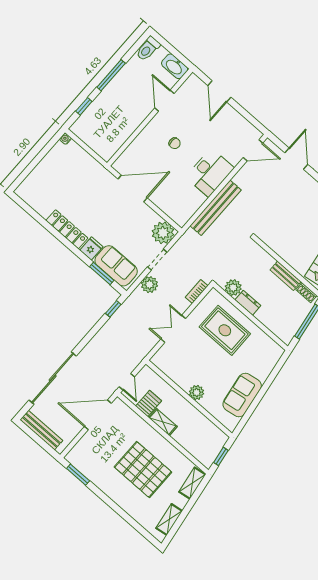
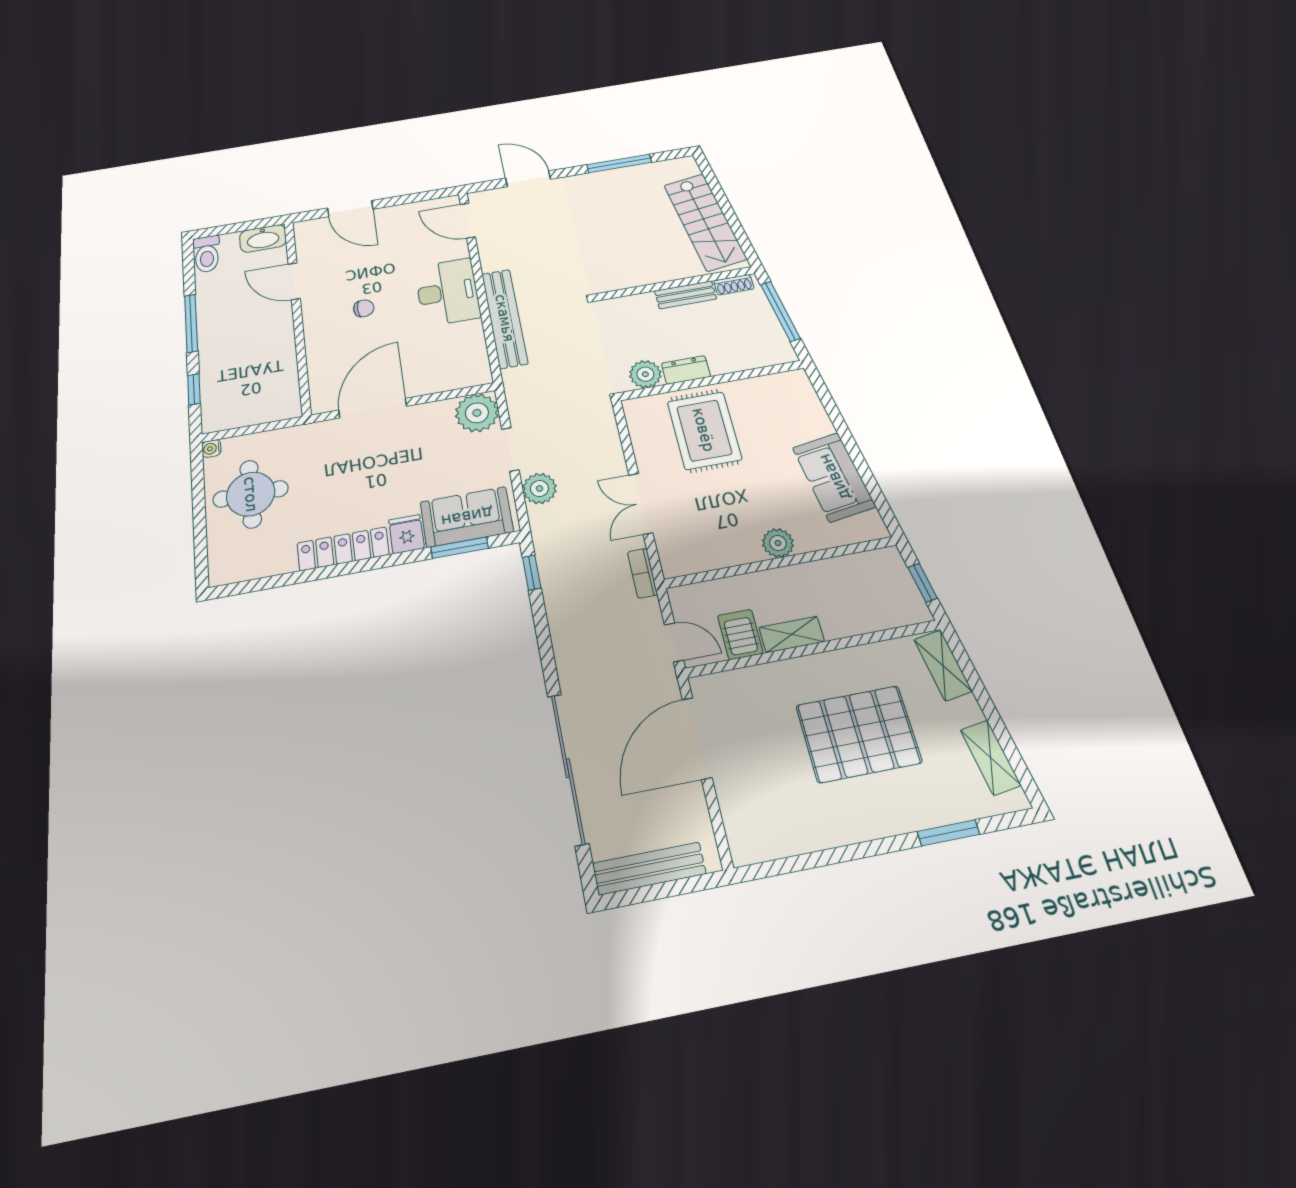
door: (253, 150) -> (468, 221), swing flipped
round table: (60, 173) -> (251, 494), added
bookcase: (197, 292) -> (642, 573), moved
rug: (225, 330) -> (704, 430), turned 90
window: (78, 475) -> (948, 833), moved

